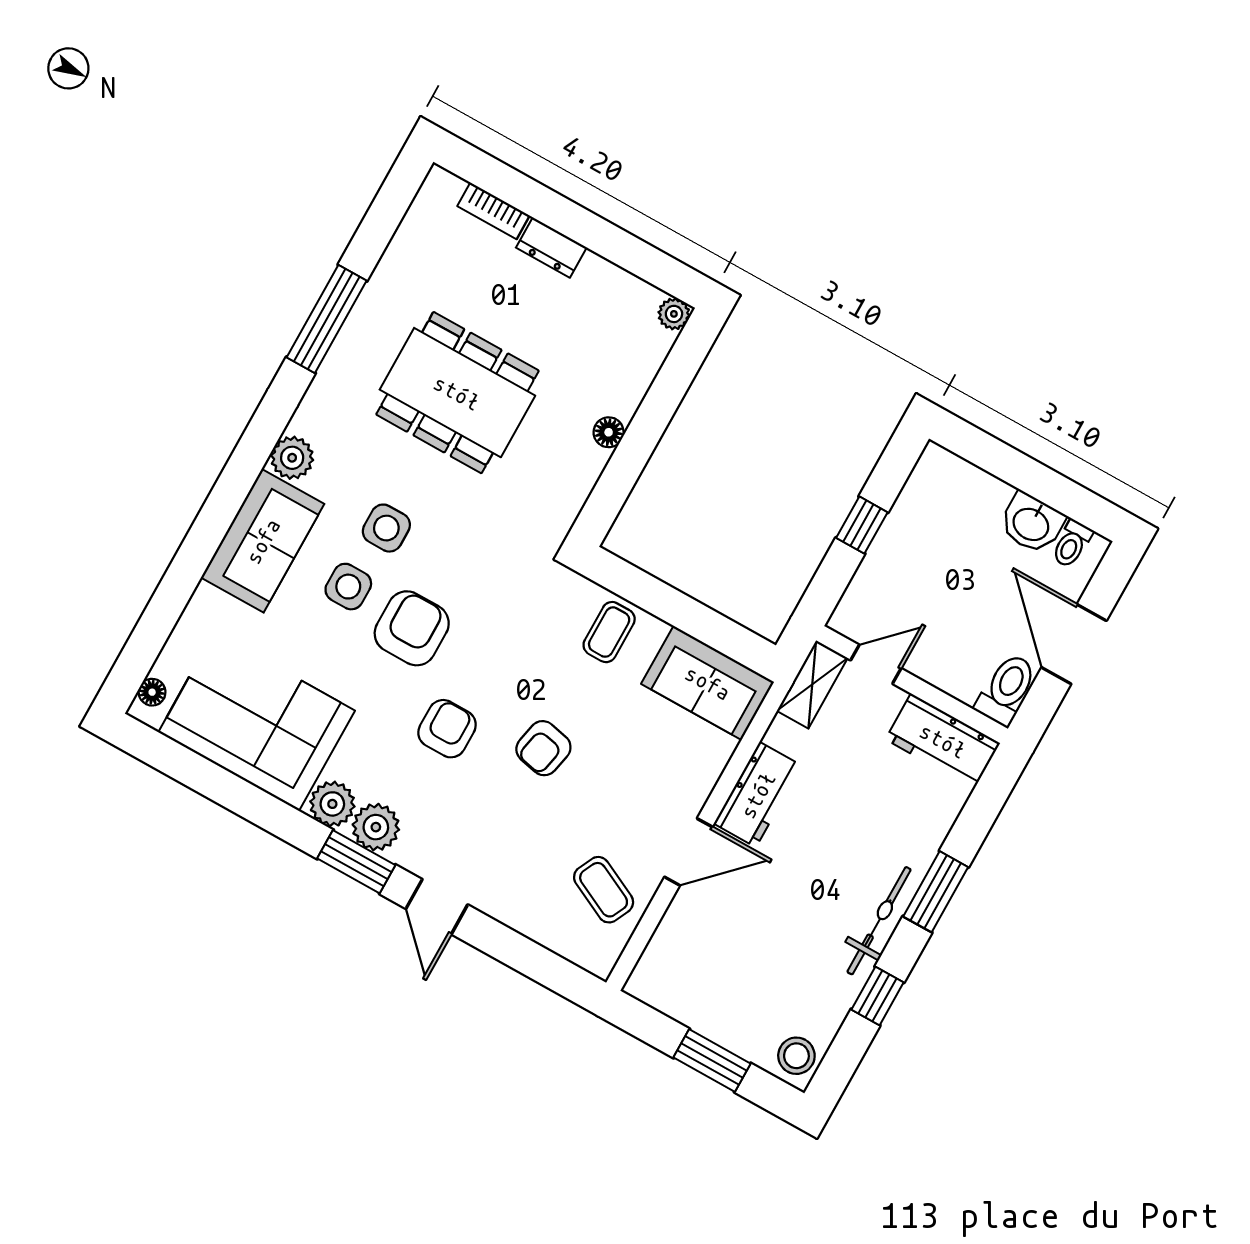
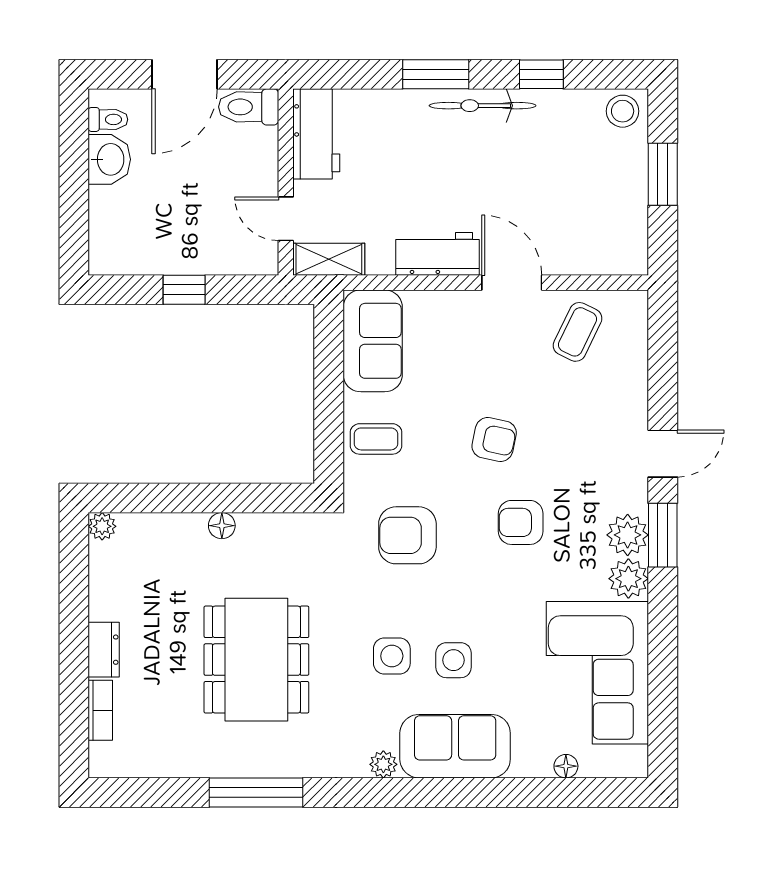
plant: (292, 458) -> (383, 764), width x0.73, depth x0.73
armchair: (412, 628) -> (407, 535), moved
floor lamp: (152, 692) -> (566, 766), moved

